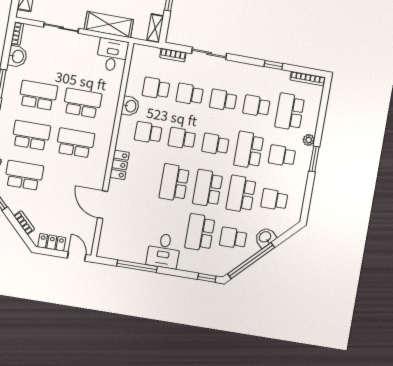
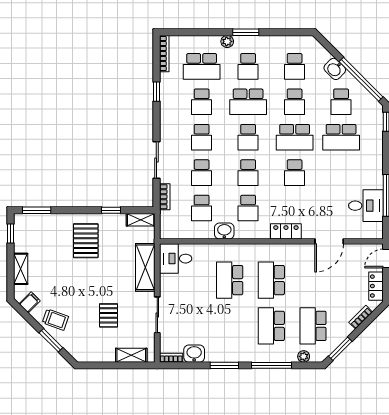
school desk: (38, 95) -> (230, 326), removed
school desk: (174, 183) -> (295, 173), width x0.54
school desk: (241, 194) -> (295, 102), width x0.54
desk: (164, 251) -> (366, 206), moved

